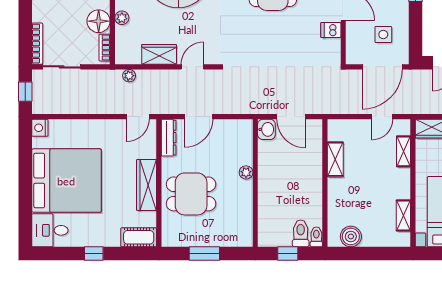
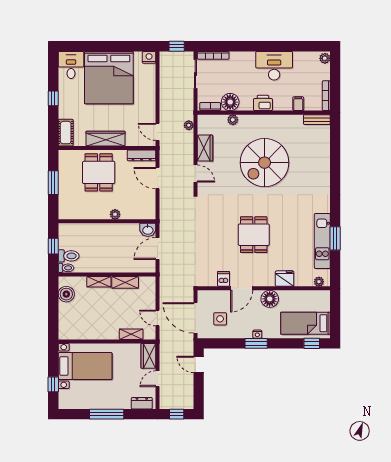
shelving: (403, 215) -> (99, 282), moved

